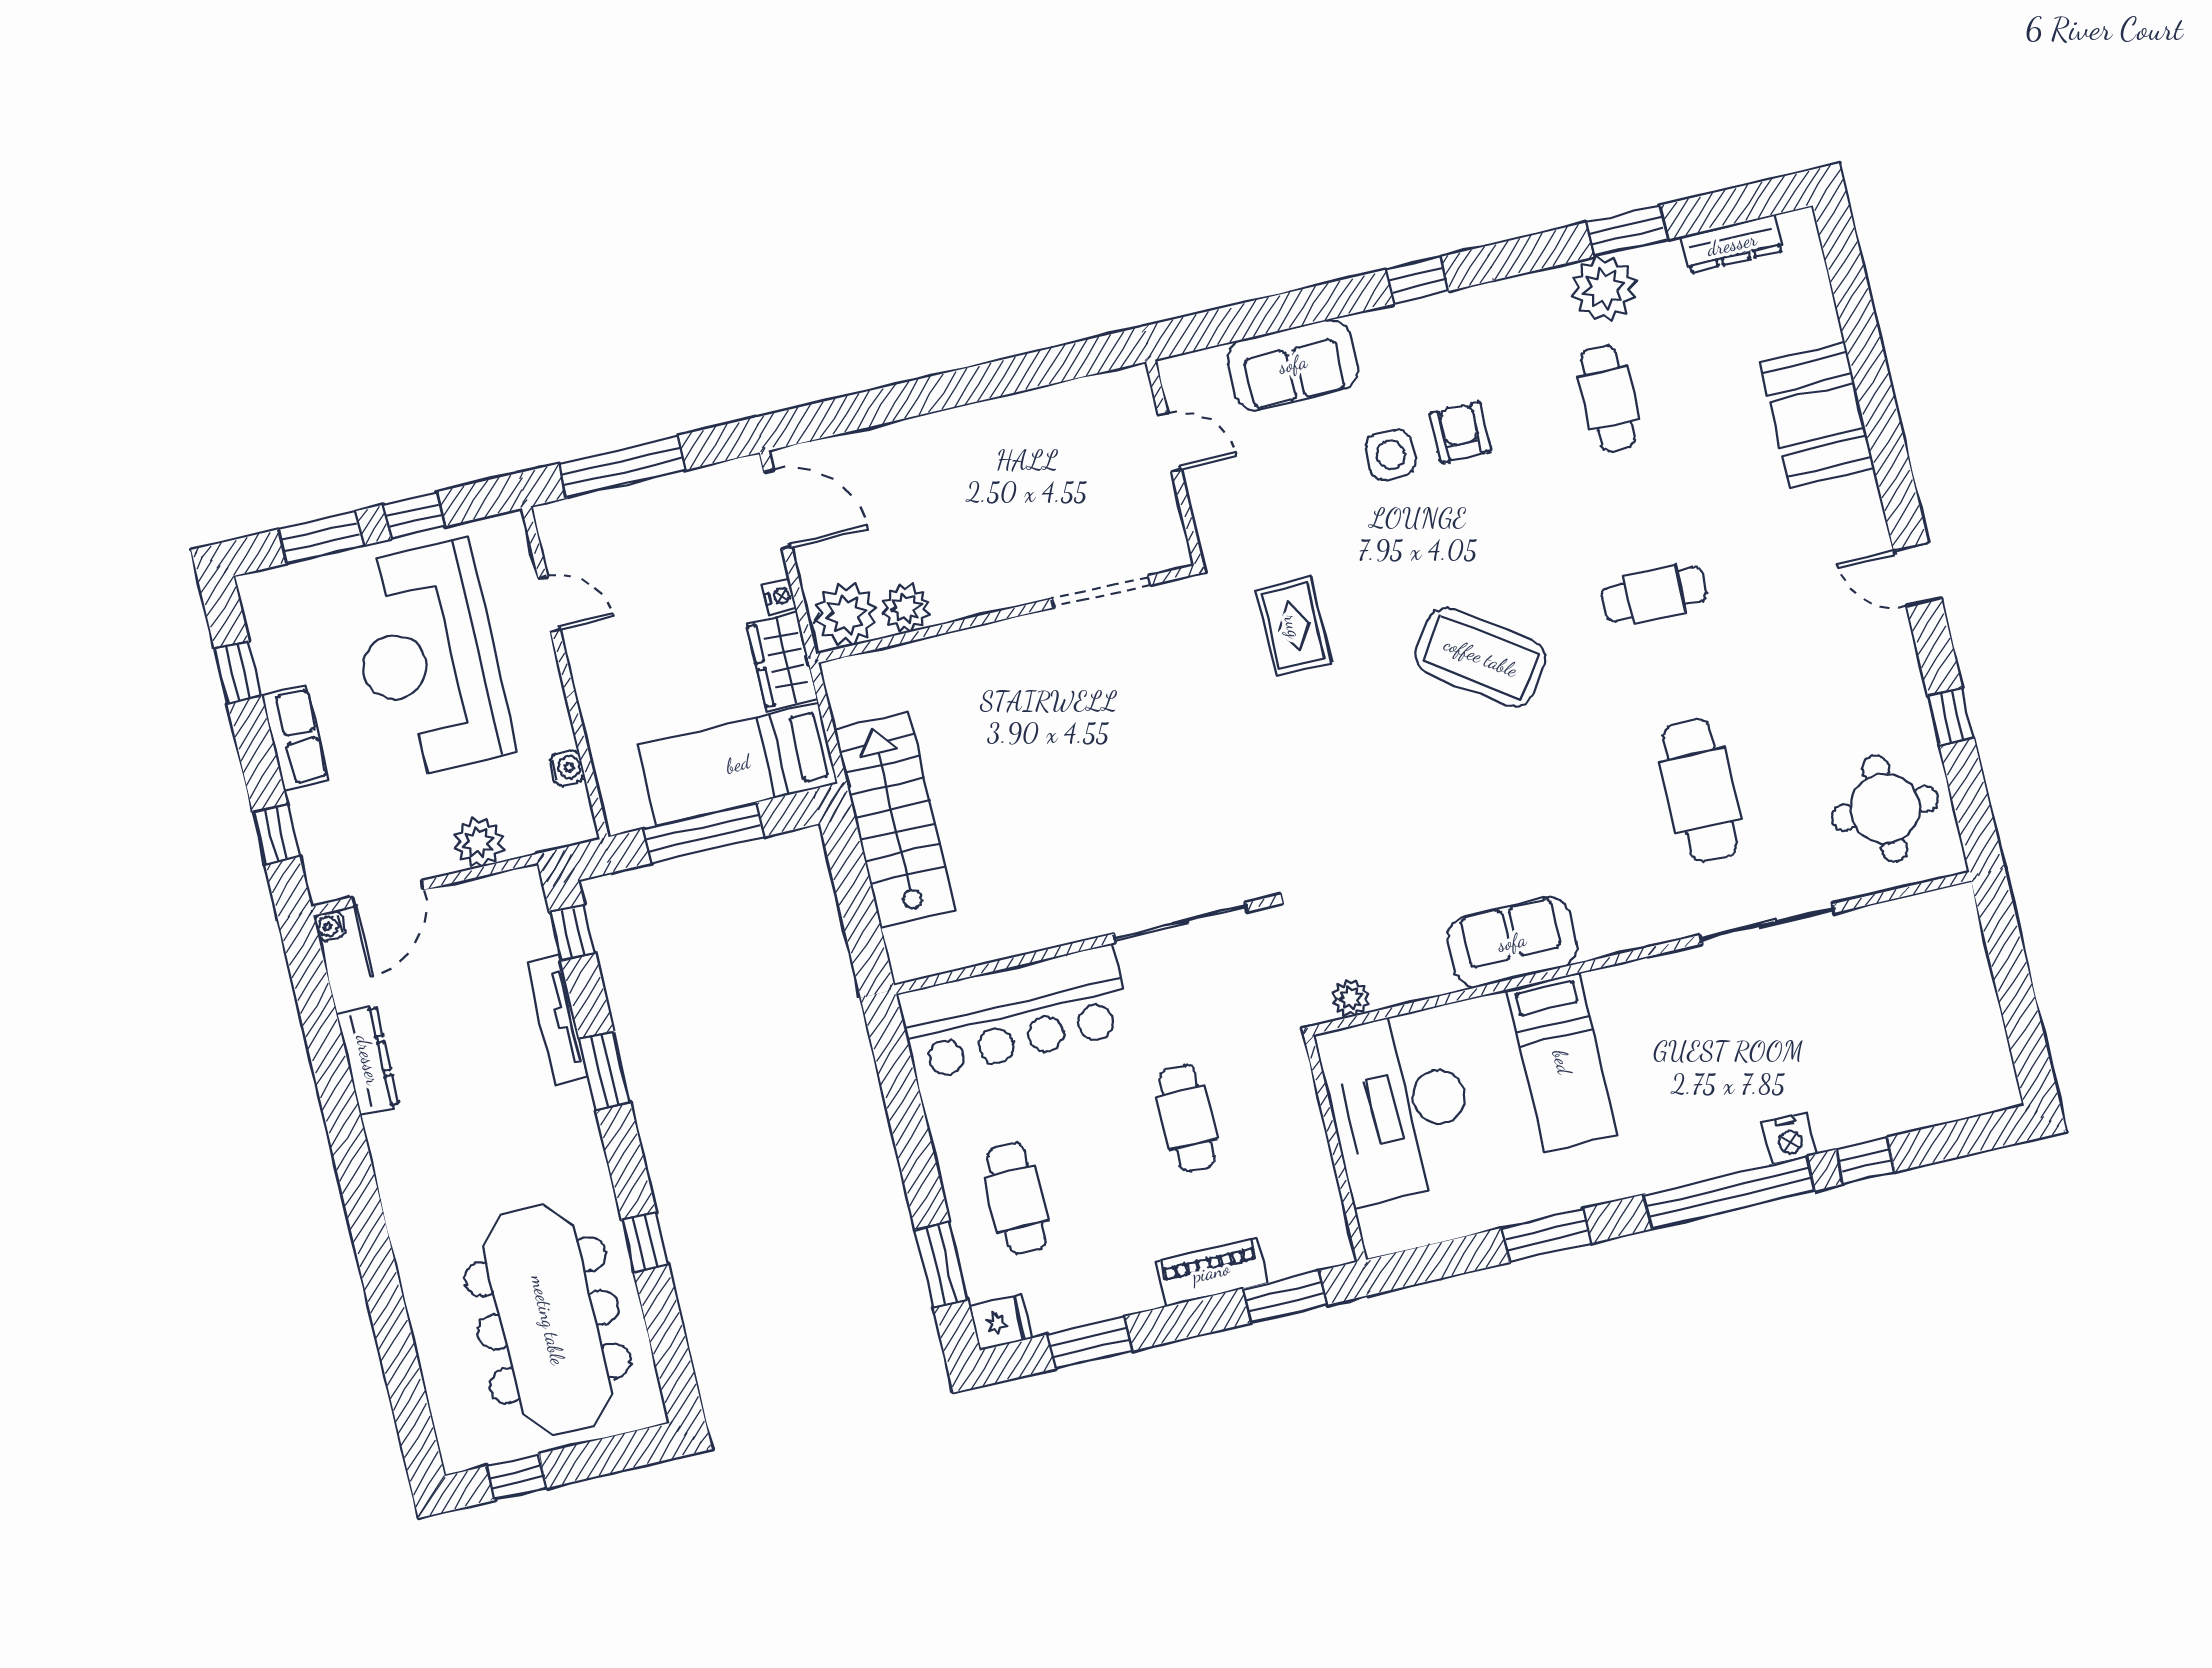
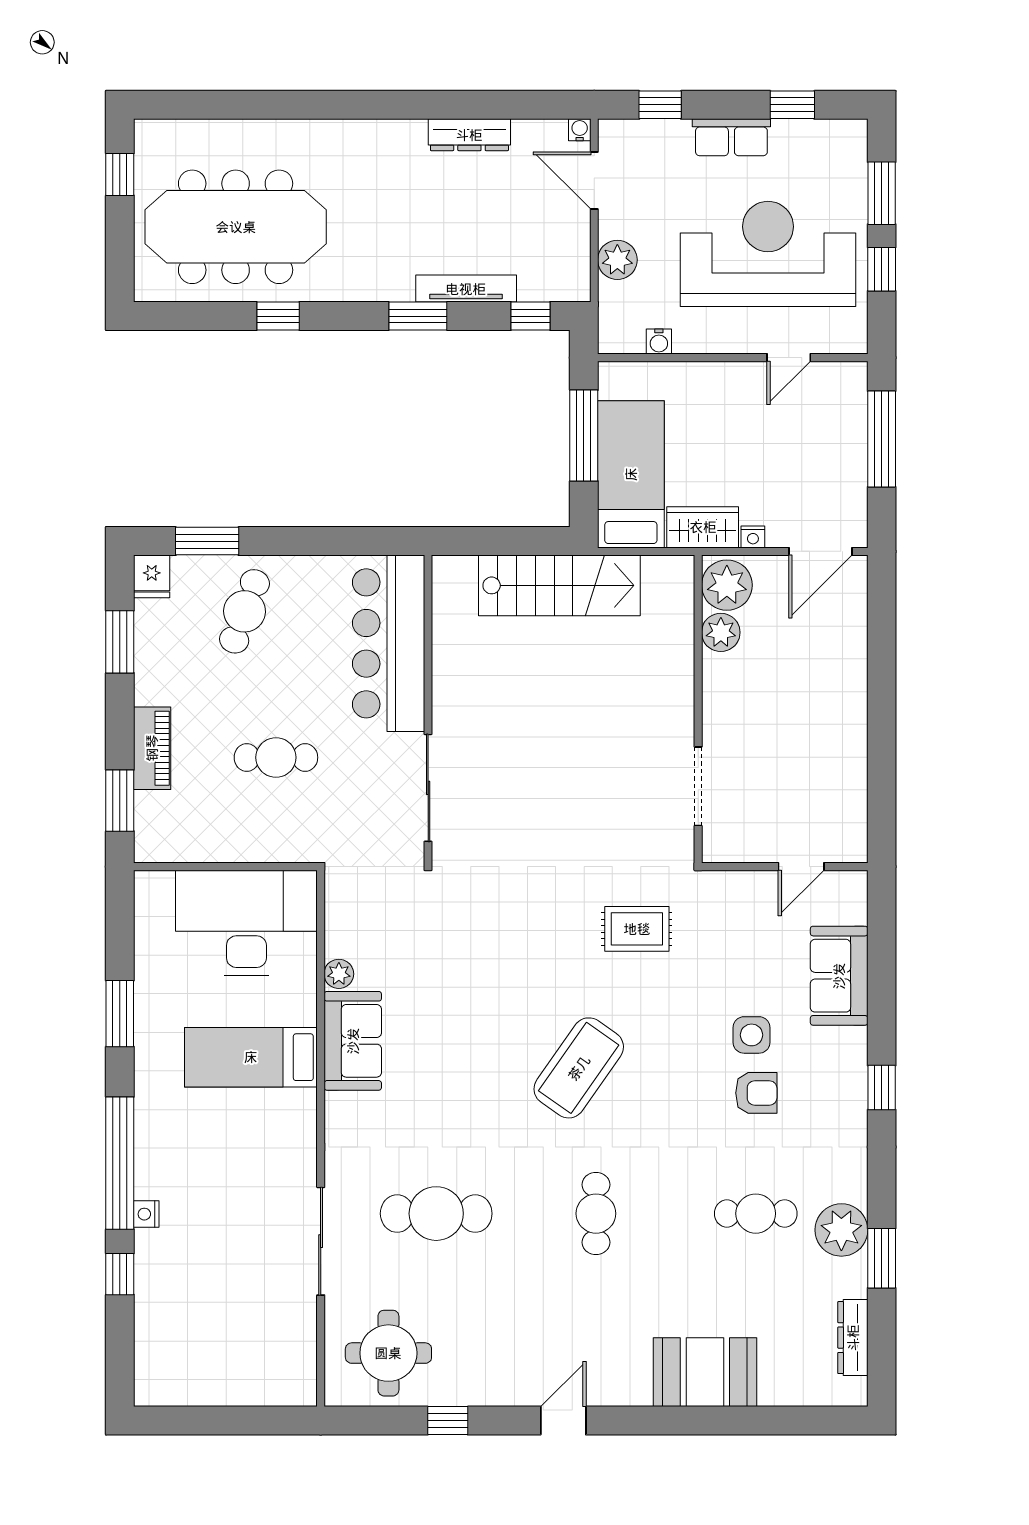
plant: (1351, 998) -> (339, 974), moved
nightstand: (1789, 1139) -> (146, 1214), width x0.72, depth x0.74
cafe table: (1017, 1198) -> (245, 611), turned -70

